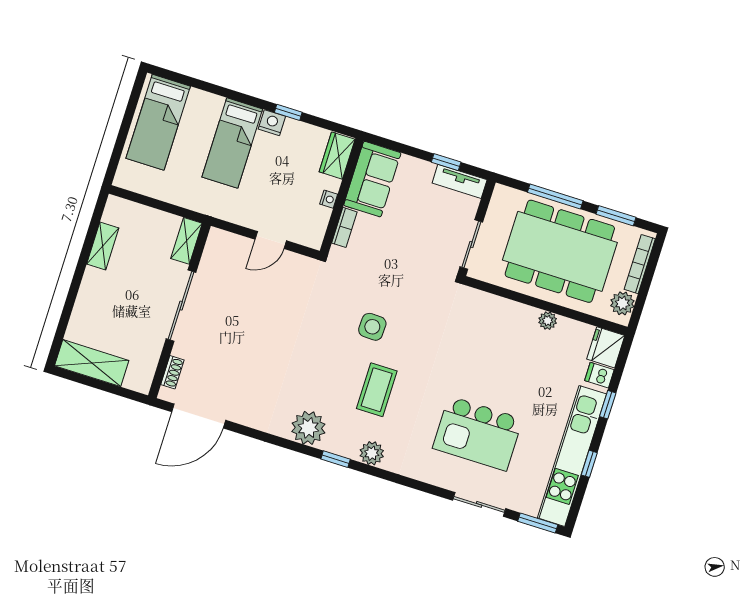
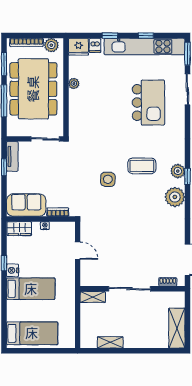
plant: (372, 453) -> (178, 171), moved

